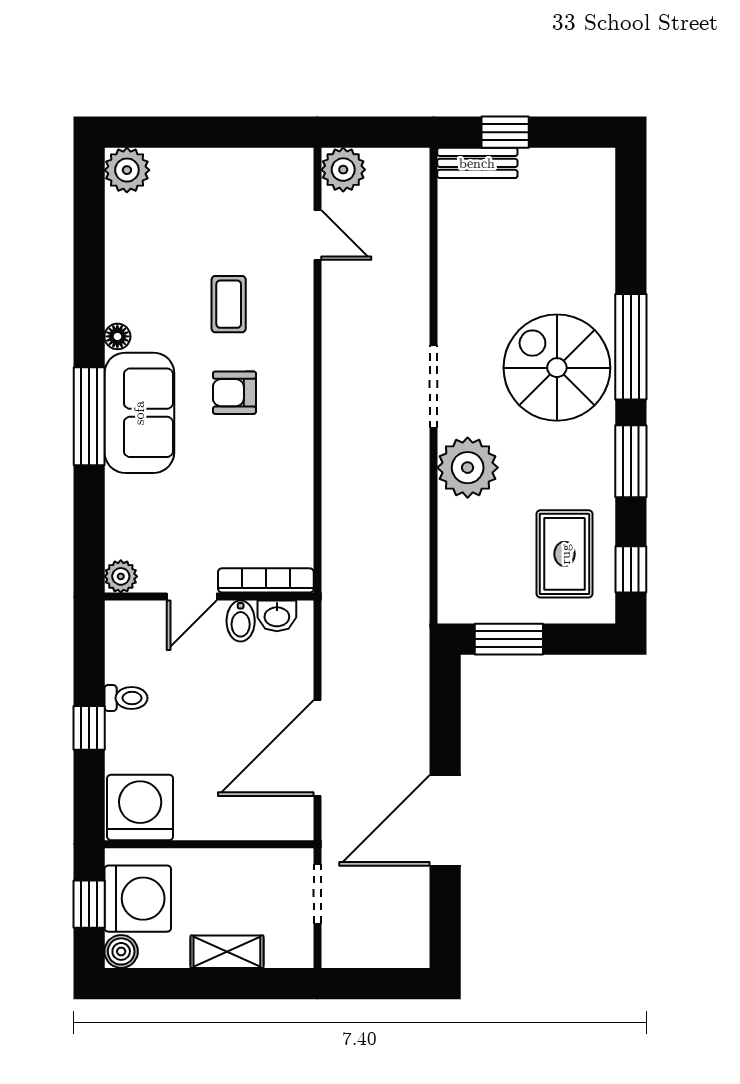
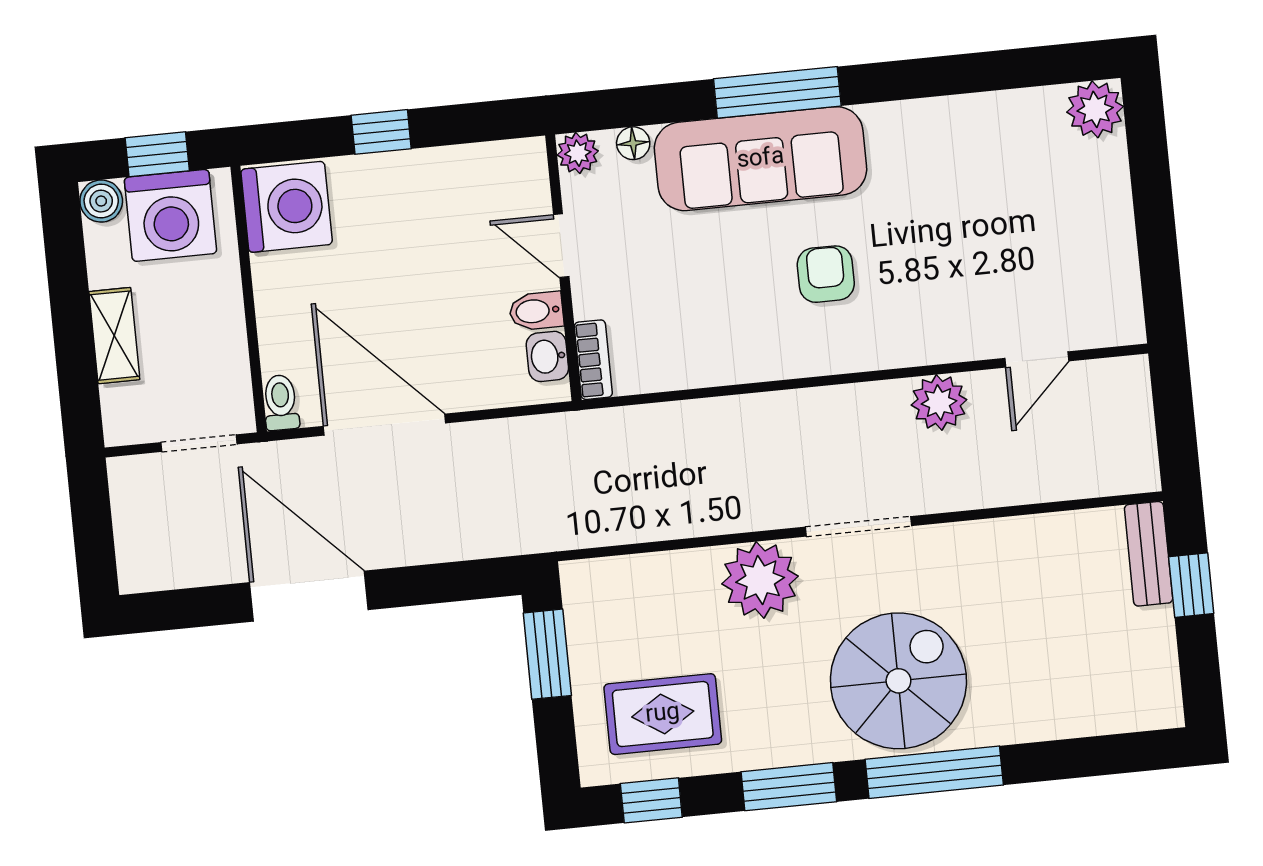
plant: (343, 170) -> (939, 402), moved
coffee table: (229, 304) -> (937, 256), removed
floor lamp: (117, 336) -> (633, 143), moved
sofa: (139, 413) -> (761, 159), width x1.36
bookcase: (266, 580) -> (593, 360), width x0.64
toilet: (126, 698) -> (281, 403), moved, turned 180

